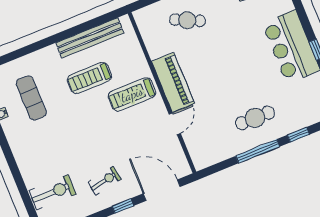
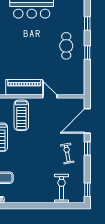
window: (258, 151) -> (87, 53), width x0.46

